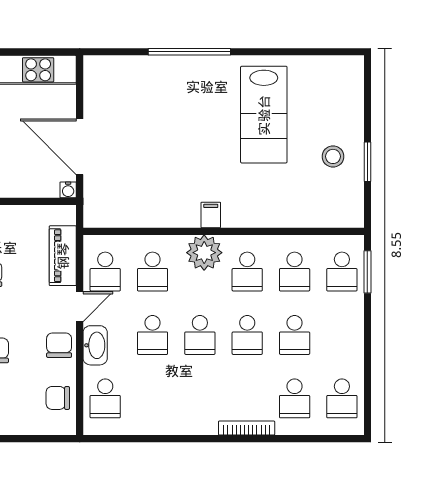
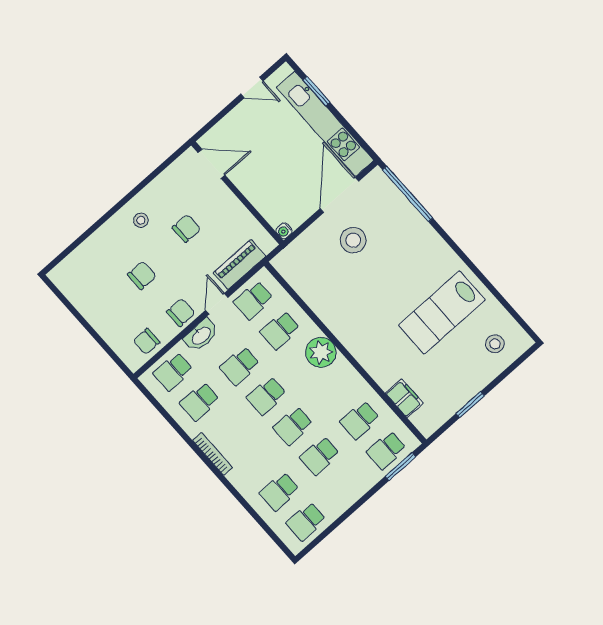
window: (189, 52) -> (408, 194), moved
stool: (130, 136) -> (353, 240), added
door: (80, 147) -> (339, 195), moved
stool: (333, 156) -> (495, 344), moved
filing cabinet: (211, 215) -> (404, 398), moved, width x2.00
school desk: (247, 272) -> (200, 402), moved
door: (80, 307) -> (217, 304), swing flipped
chair: (58, 398) -> (147, 341), turned -90
bookcase: (247, 428) -> (213, 454), moved

